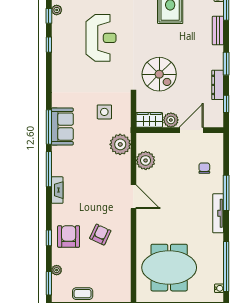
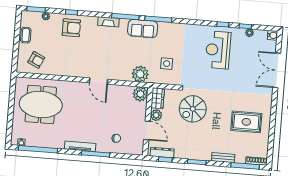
reception desk: (101, 38) -> (218, 50), moved, turned 90
dresser: (218, 85) -> (162, 153), moved
sofa: (62, 127) -> (143, 29), moved
plant: (146, 160) -> (140, 94), moved
door: (133, 197) -> (98, 81), hinge flipped
armchair: (100, 235) -> (36, 60), moved
meeting table: (169, 268) -> (41, 105), turned 90

